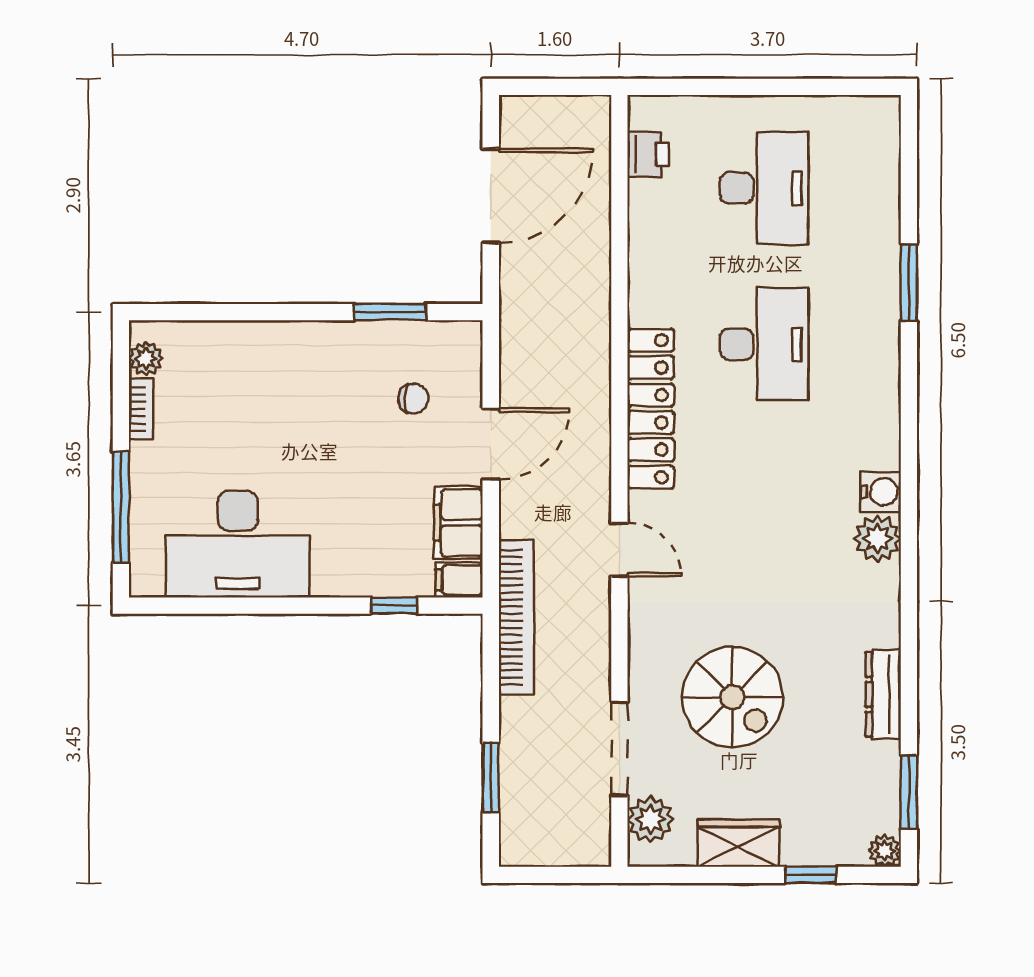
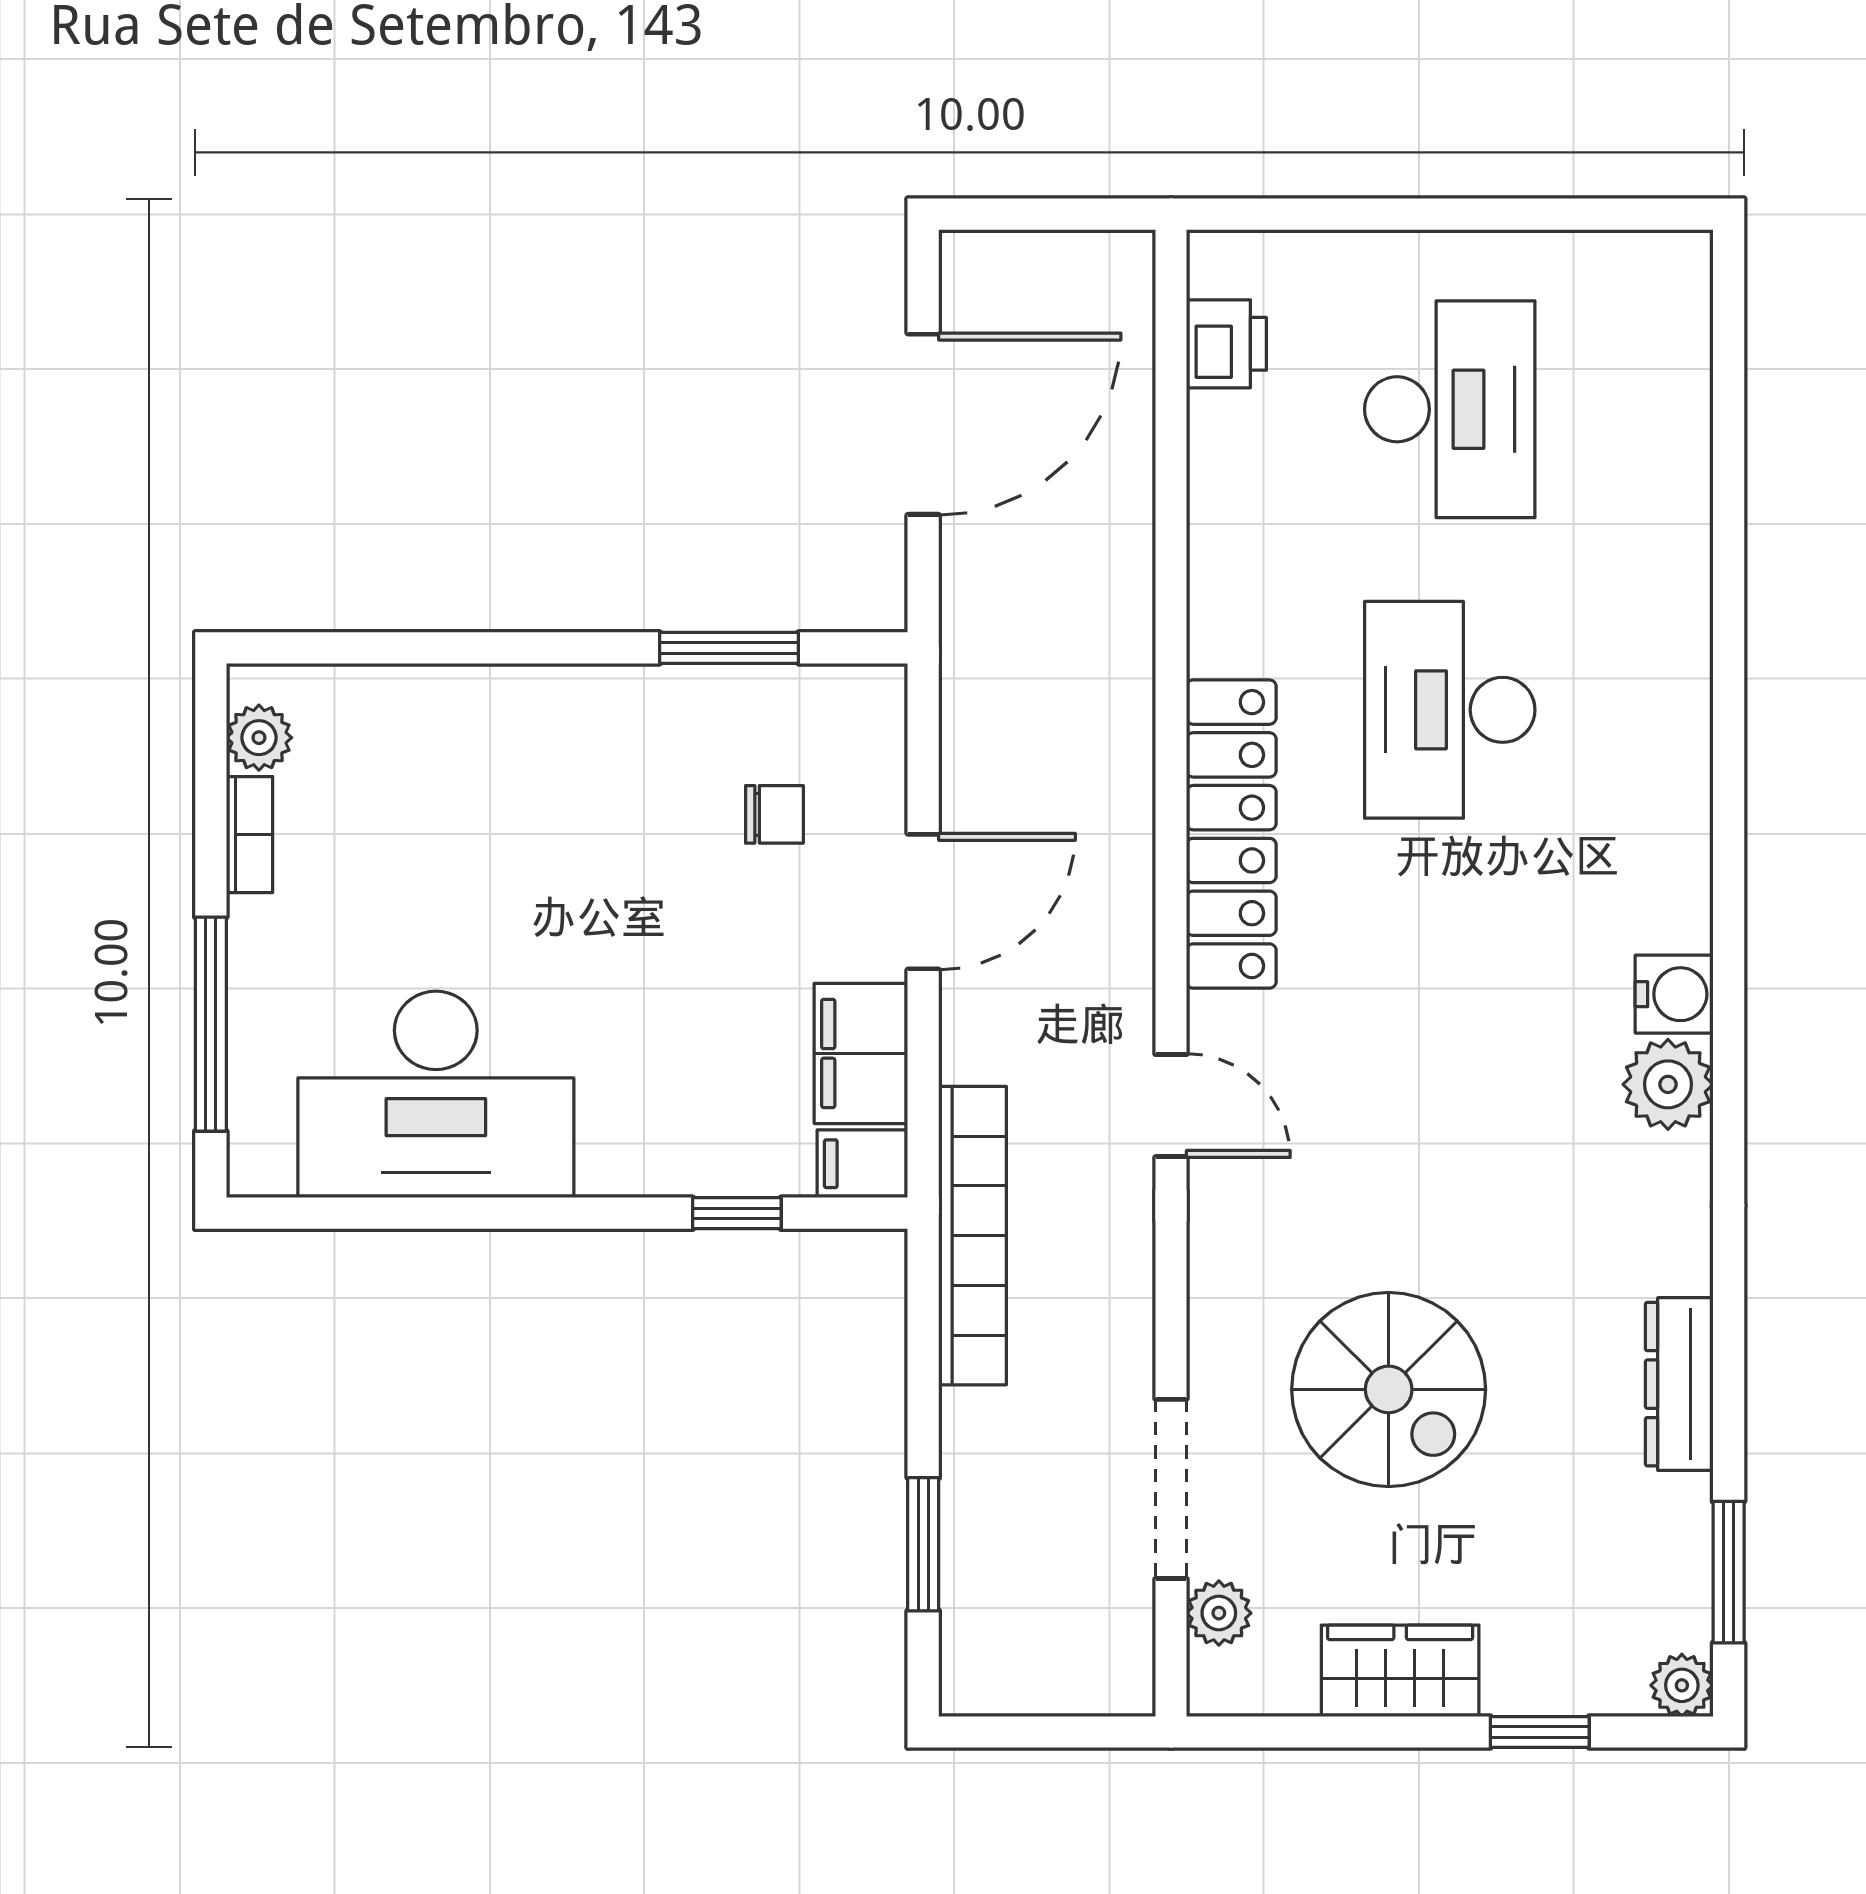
window: (909, 283) -> (1729, 591), removed
desk: (764, 344) -> (1450, 710), turned 180
plant: (651, 819) -> (1219, 1613), width x0.73, depth x0.73

